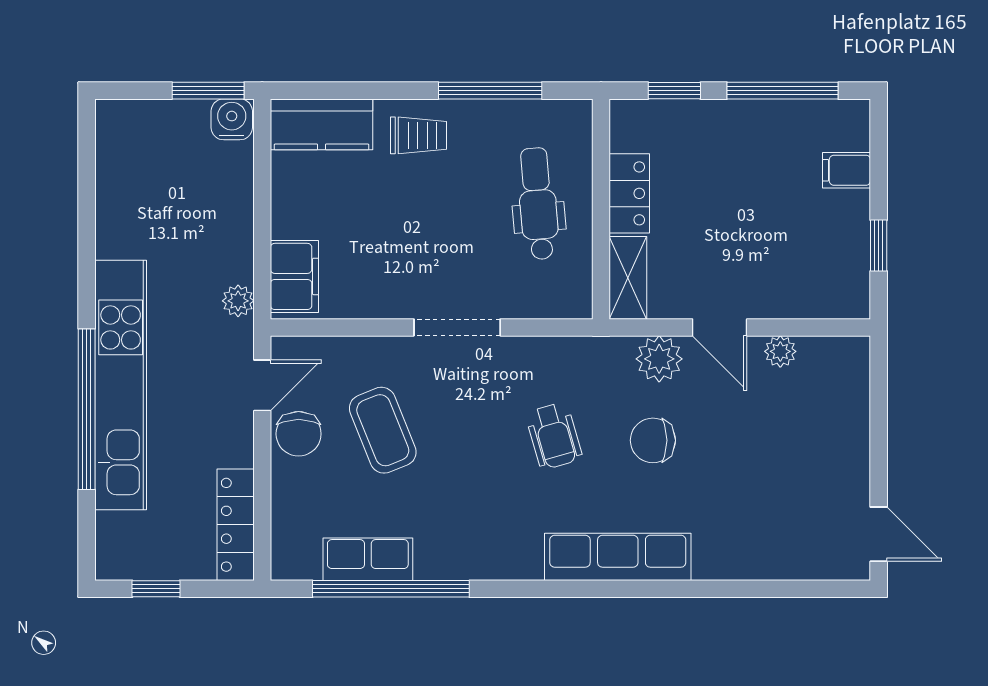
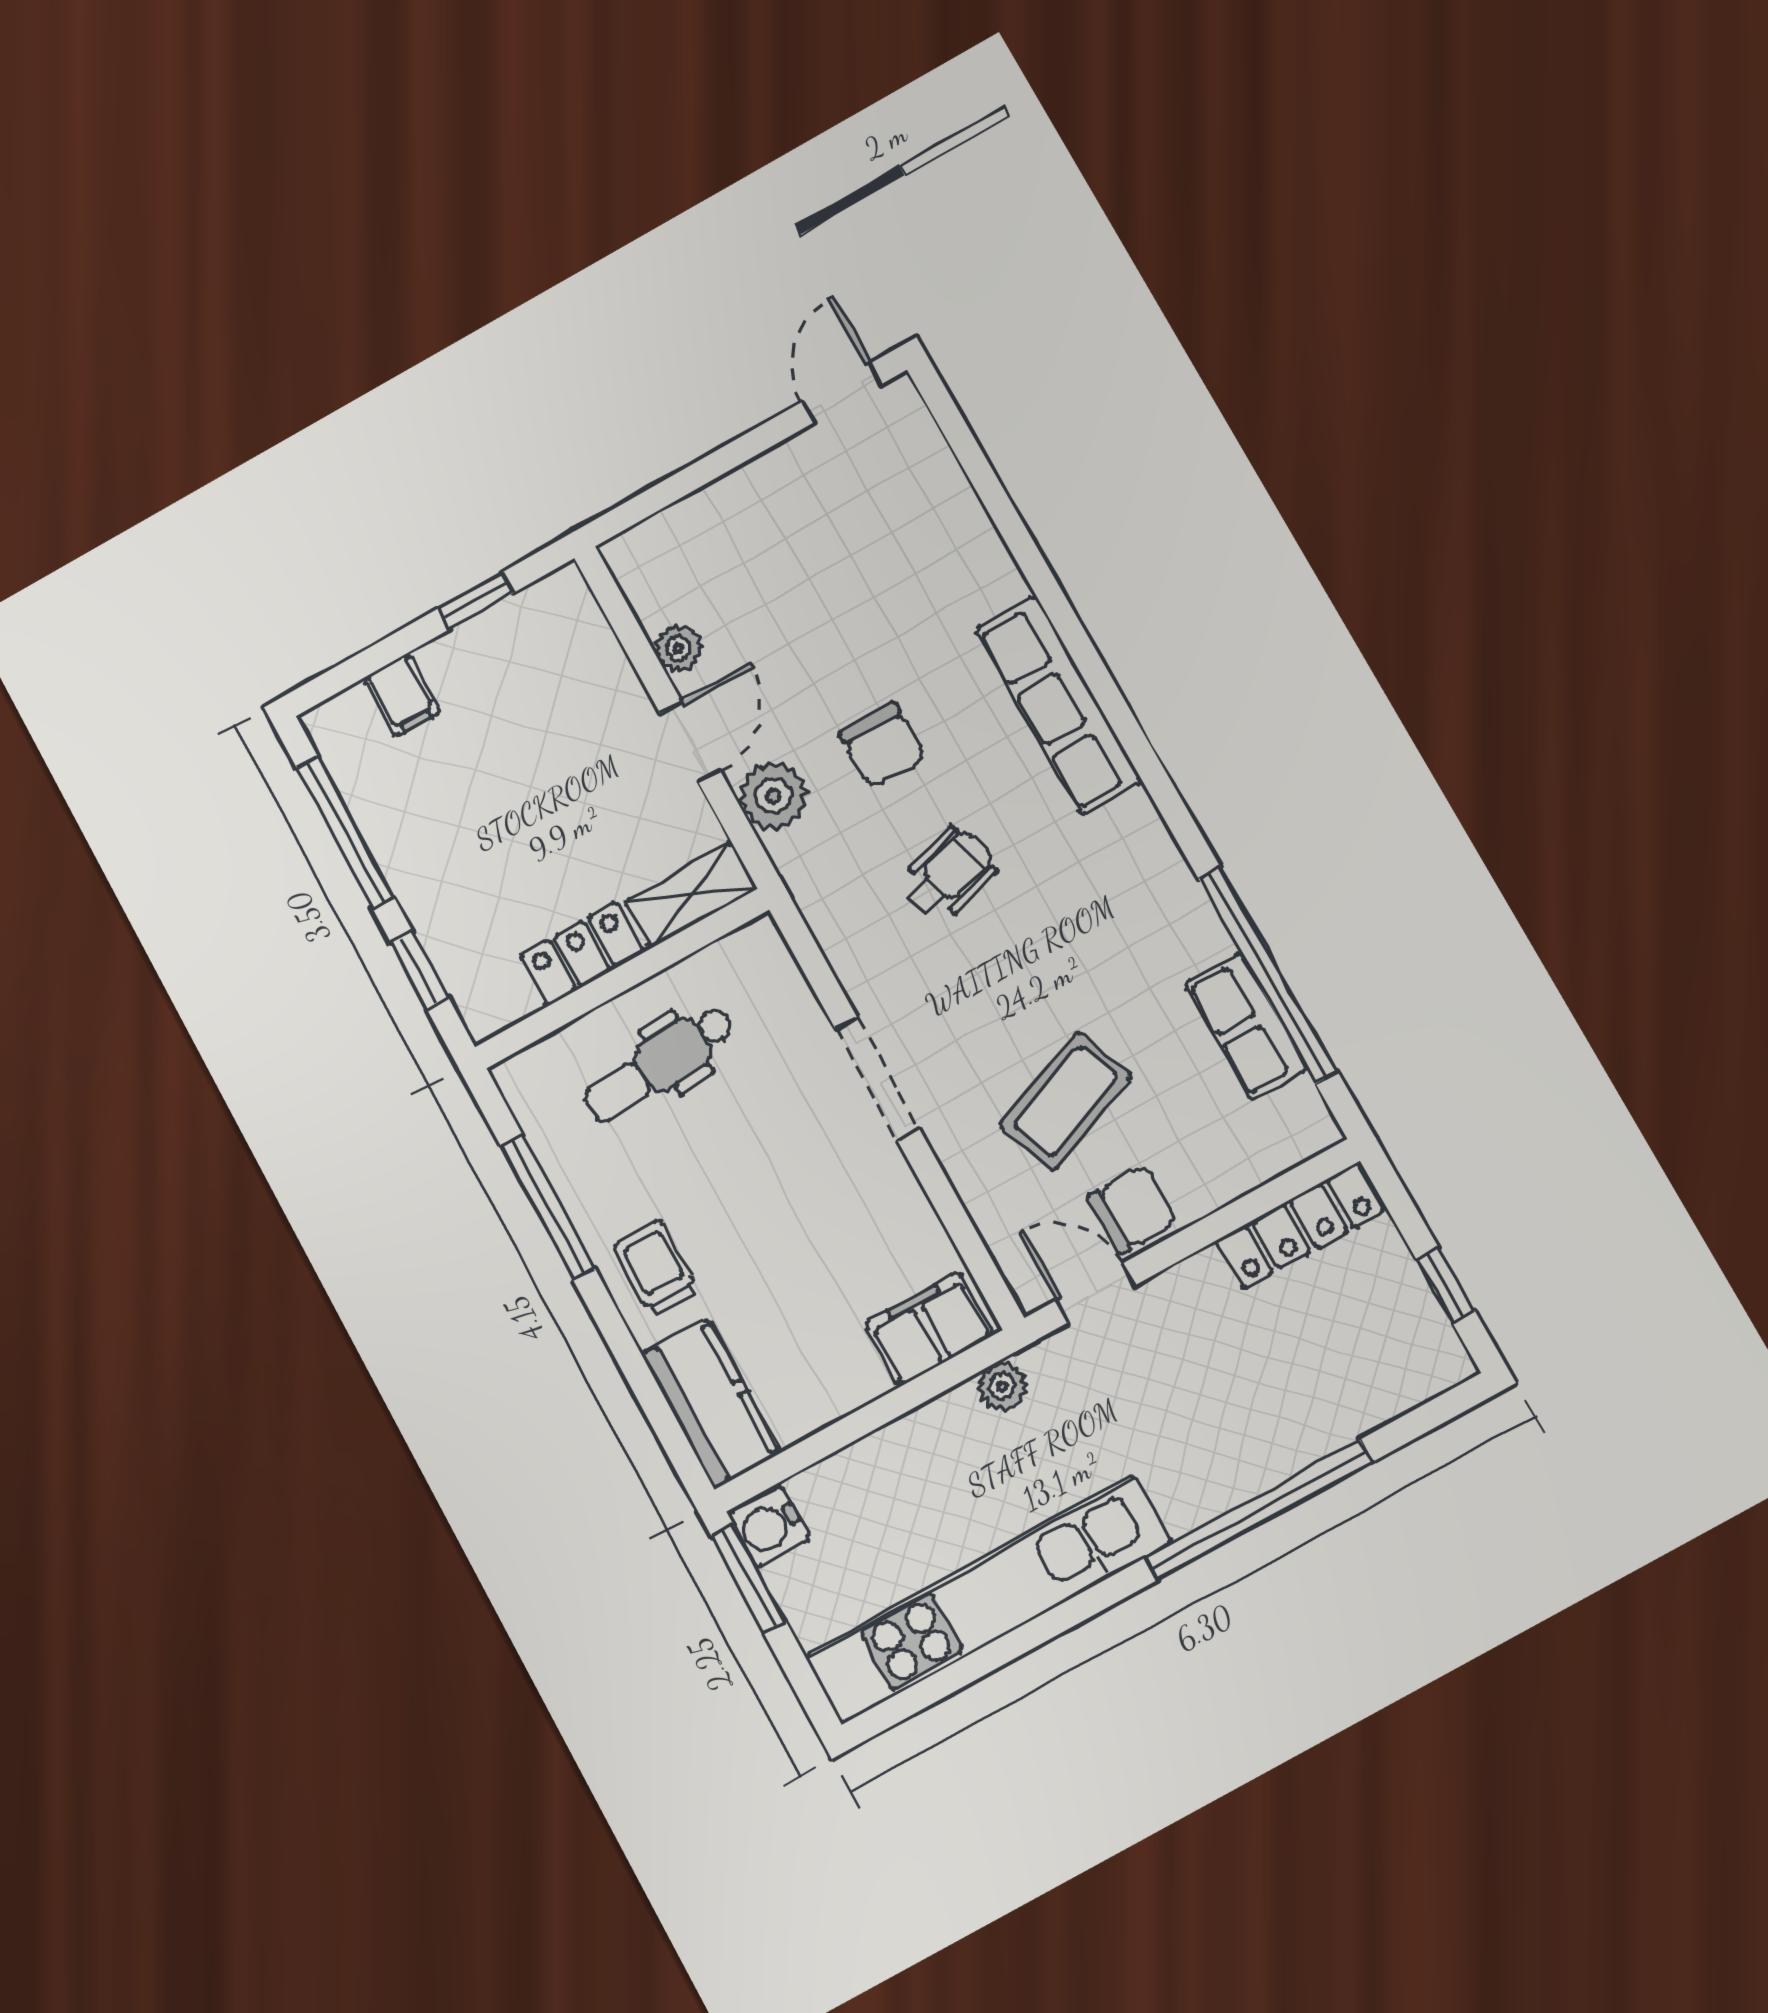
kitchen unit: (121, 385) -> (987, 1599), moved

